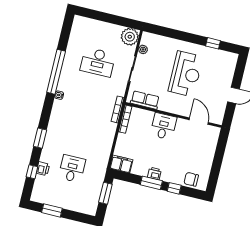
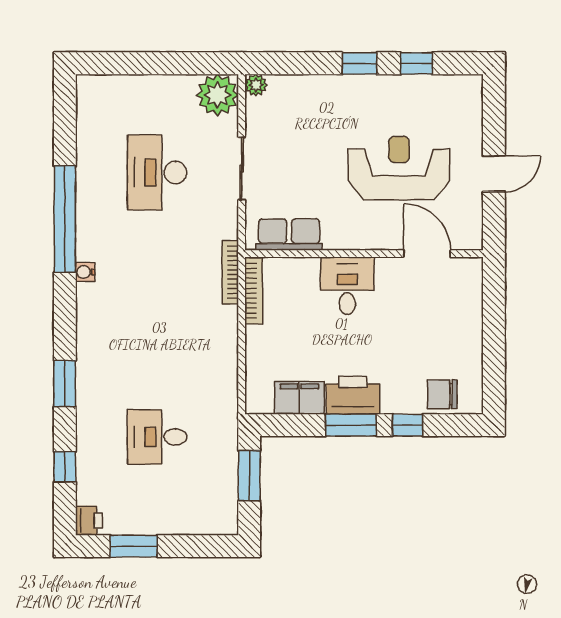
window: (190, 38) -> (359, 63), added
plant: (143, 49) -> (256, 85), moved
desk: (98, 62) -> (157, 173), turned 90
reception desk: (186, 74) -> (399, 168), moved, turned -90
filing cabinet: (121, 164) -> (299, 398), moved
printer: (43, 169) -> (89, 521), moved
desk: (72, 169) -> (157, 437), turned -90
printer: (154, 173) -> (353, 395), width x1.87, depth x1.48

